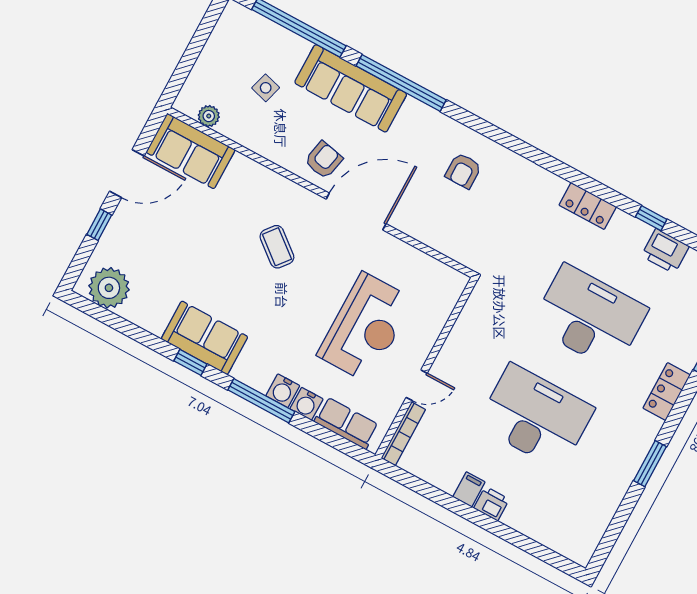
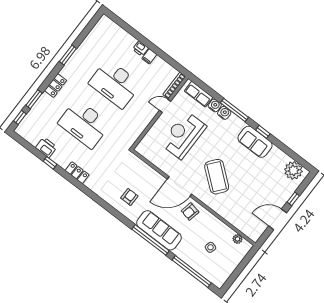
sofa: (351, 88) -> (159, 230), moved
sofa: (191, 151) -> (248, 225), removed
coffee table: (277, 247) -> (217, 177), width x1.86, depth x1.72

